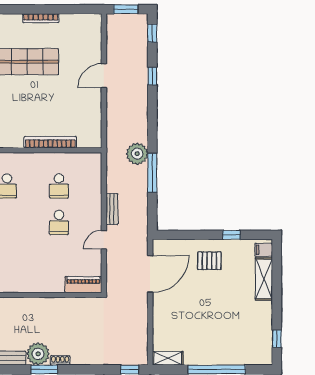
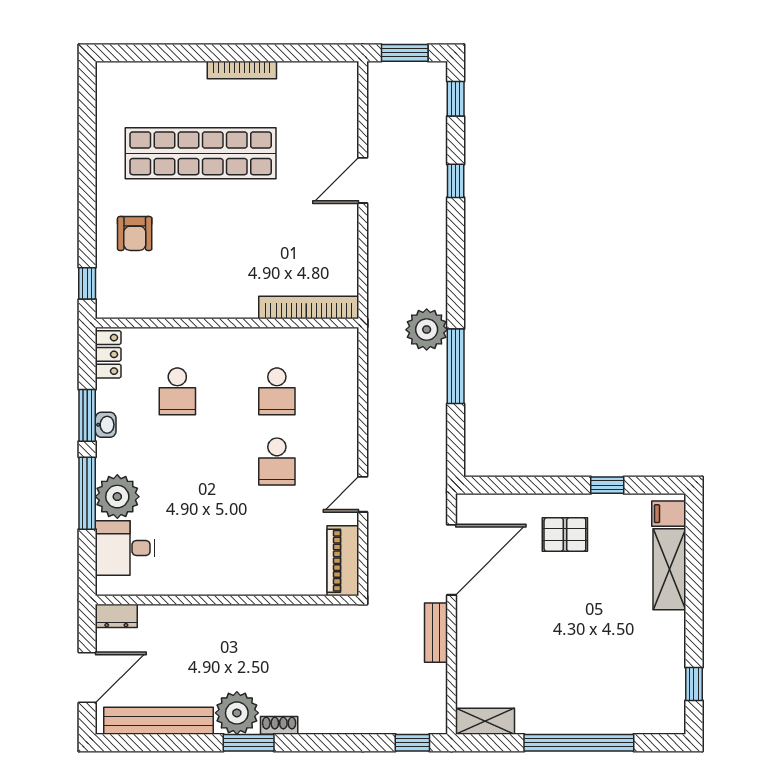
bookcase: (50, 142) -> (309, 308), moved
bench: (112, 209) -> (436, 633), moved
piano: (83, 285) -> (343, 561), moved, turned -90

